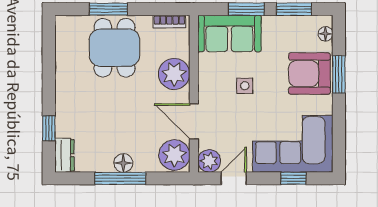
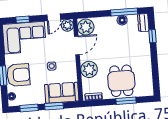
door: (194, 121) -> (77, 45), hinge flipped
floor lamp: (123, 163) -> (122, 20), moved
window: (120, 178) -> (124, 12), moved

